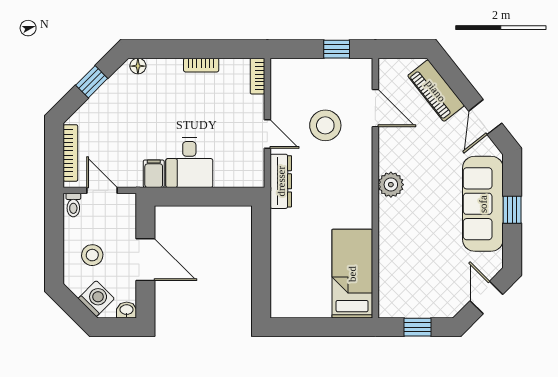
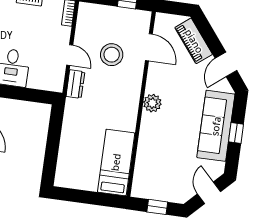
dresser: (281, 181) -> (75, 84), width x0.70

